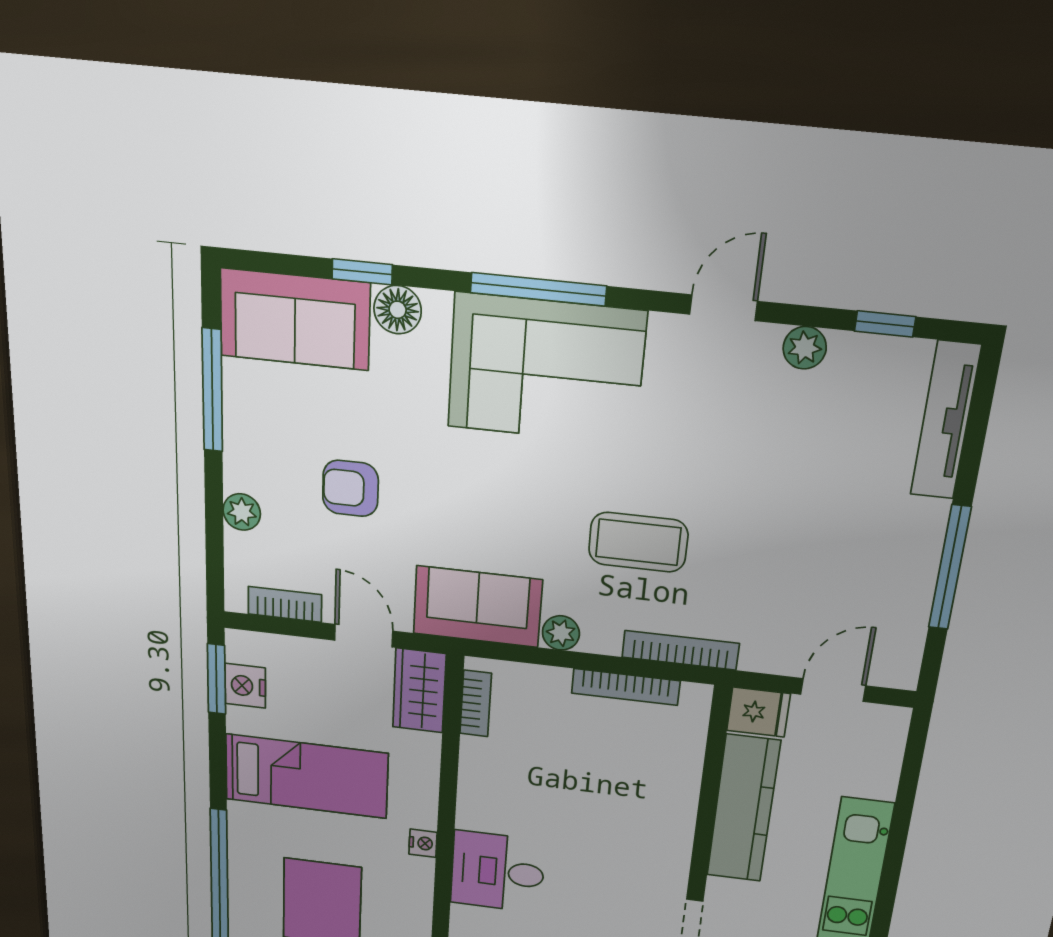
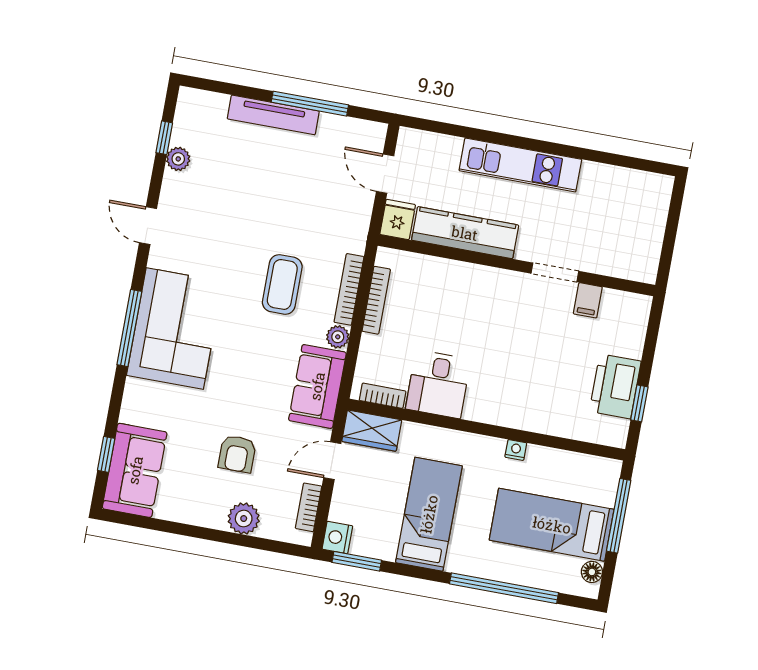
window: (362, 272) -> (106, 454), moved
floor lamp: (398, 310) -> (134, 410), removed
plant: (805, 348) -> (178, 159), moved
window: (212, 390) -> (172, 527), removed
tv unit: (946, 421) -> (273, 115), moved
plant: (242, 512) -> (244, 519), width x1.38, depth x1.38
bookcase: (680, 650) -> (349, 289), moved
nightstand: (245, 686) -> (337, 537), moved, turned 90
nightstand: (423, 843) -> (516, 450), moved
desk: (498, 872) -> (438, 384), moved

